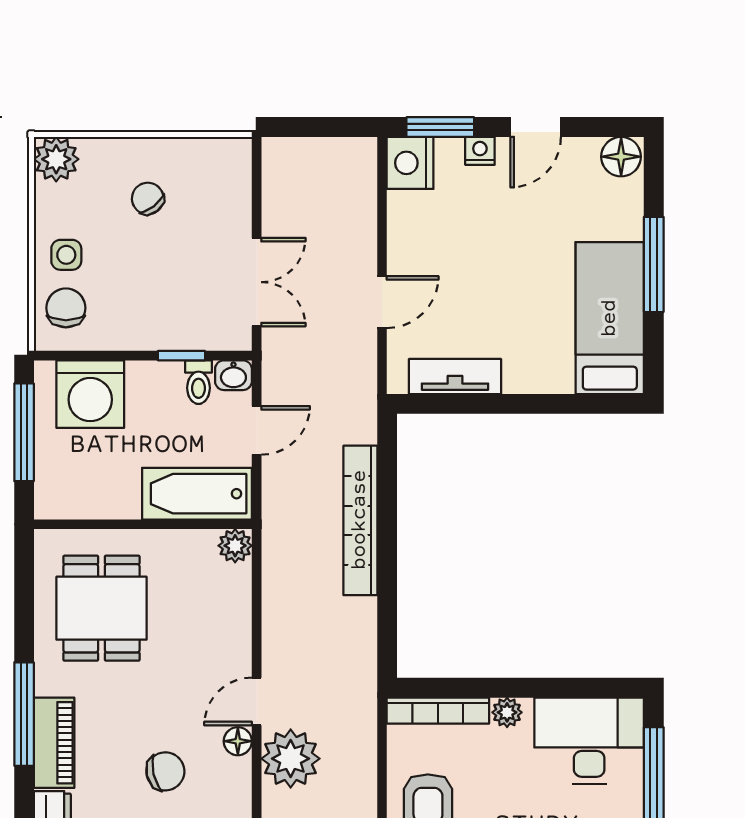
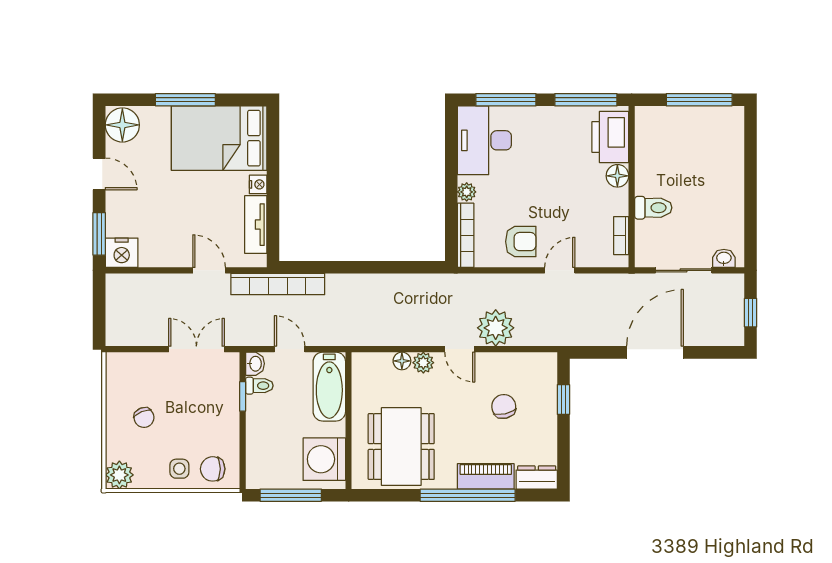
nightstand: (480, 151) -> (258, 184), moved, turned 180
floor lamp: (621, 157) -> (122, 125), width x1.38, depth x1.38
chair: (148, 198) -> (144, 418), turned -75
bed: (610, 318) -> (219, 138), width x1.50
washing machine: (90, 394) -> (324, 459), moved, turned 180
bookcase: (360, 520) -> (278, 284), moved
plant: (235, 546) -> (423, 363), moved
dining table: (101, 608) -> (401, 447), width x1.38
window: (24, 714) -> (468, 495), width x1.46
floor lamp: (238, 741) -> (402, 361), moved

